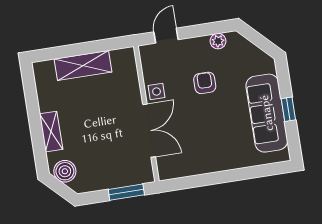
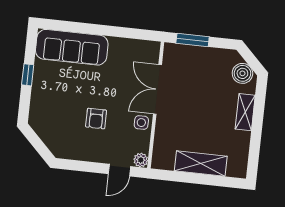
plant: (218, 41) -> (141, 160), moved
sofa: (267, 113) -> (72, 47), moved, turned 90

